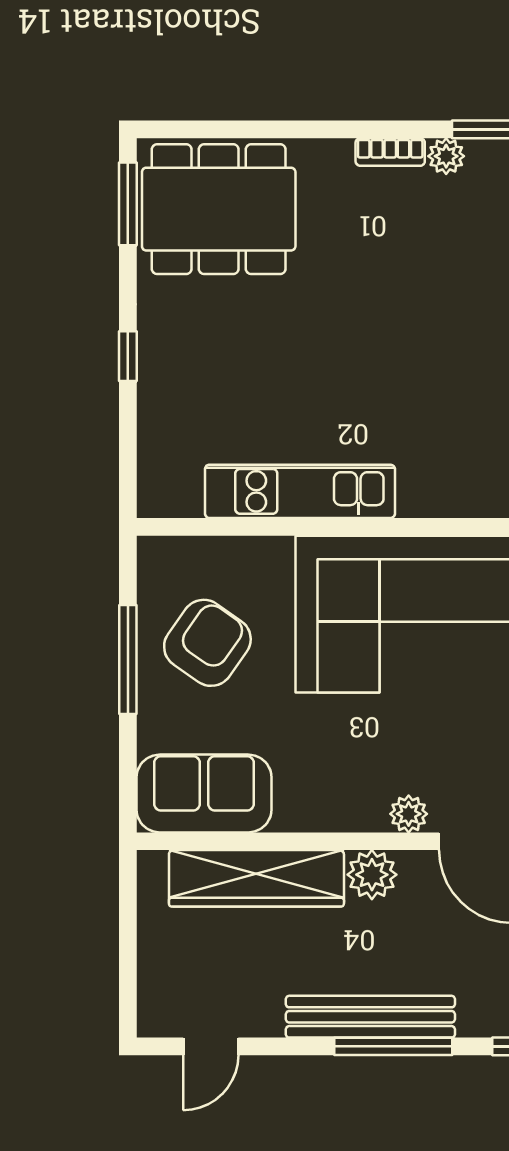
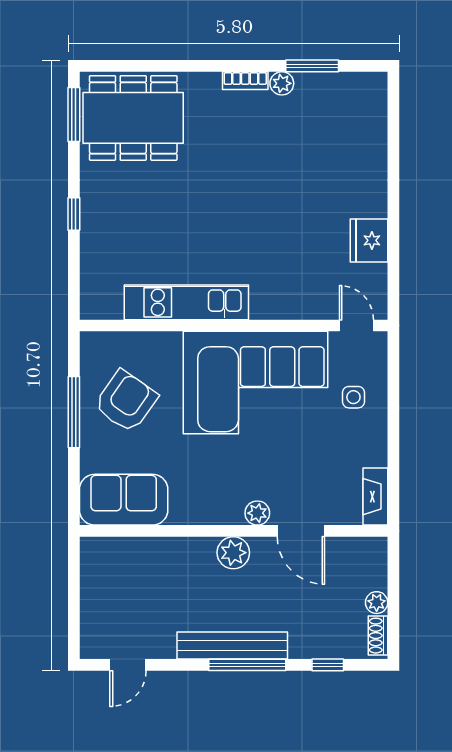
wardrobe: (256, 878) -> (158, 555), removed

